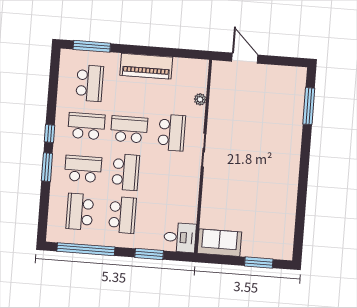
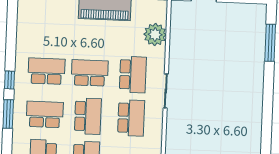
school desk: (90, 83) -> (131, 118), moved
plant: (200, 99) -> (155, 35), width x1.88, depth x1.88

